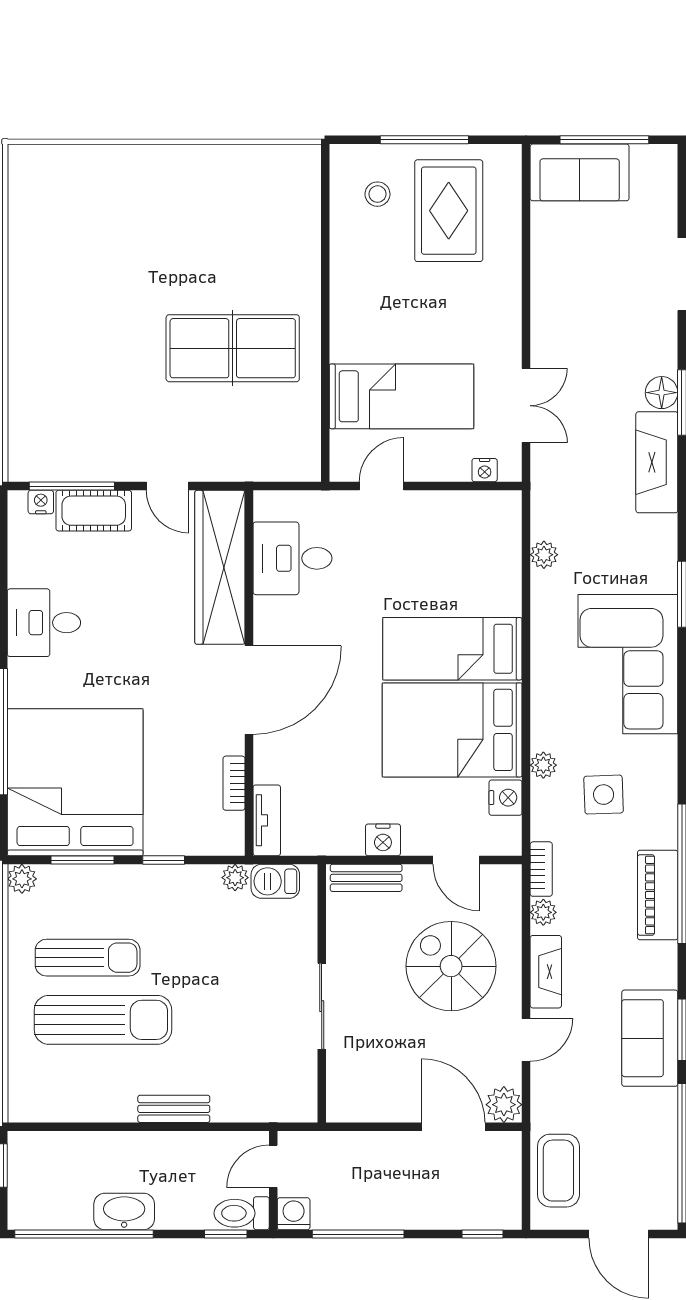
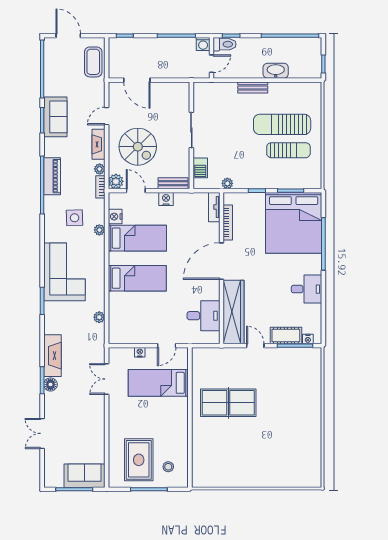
nightstand: (485, 470) -> (140, 352), moved
bed: (452, 730) -> (137, 238), width x0.67
bookcase: (234, 783) -> (228, 223), width x1.56
plant: (22, 879) -> (316, 183), removed
barbecue: (275, 881) -> (200, 168), moved, turned 90
sun lounger: (88, 958) -> (288, 150), turned 180
plant: (504, 1105) -> (116, 181), moved
washbasin: (124, 1211) -> (276, 71), moved, turned 180

